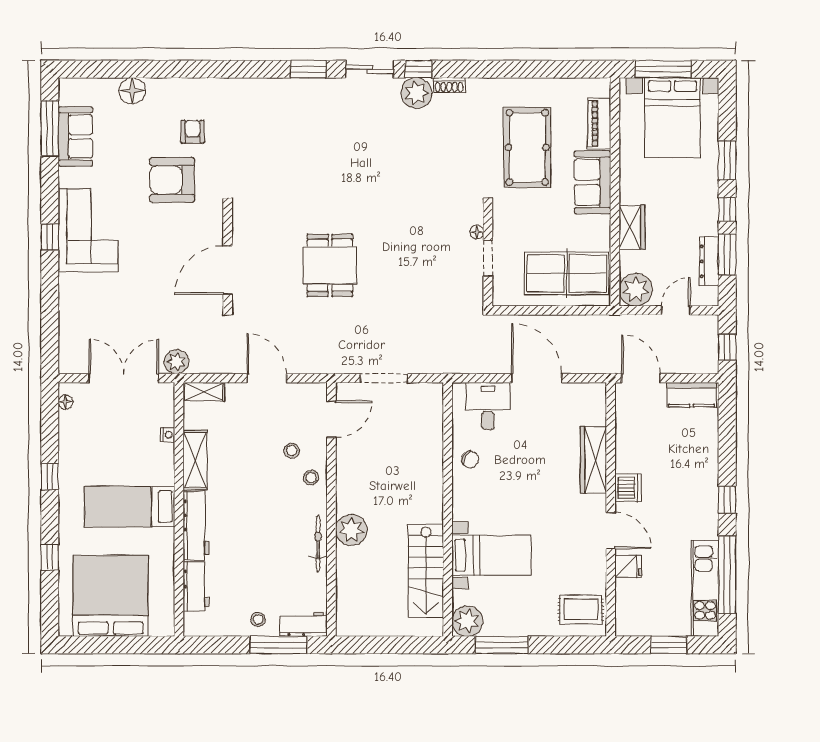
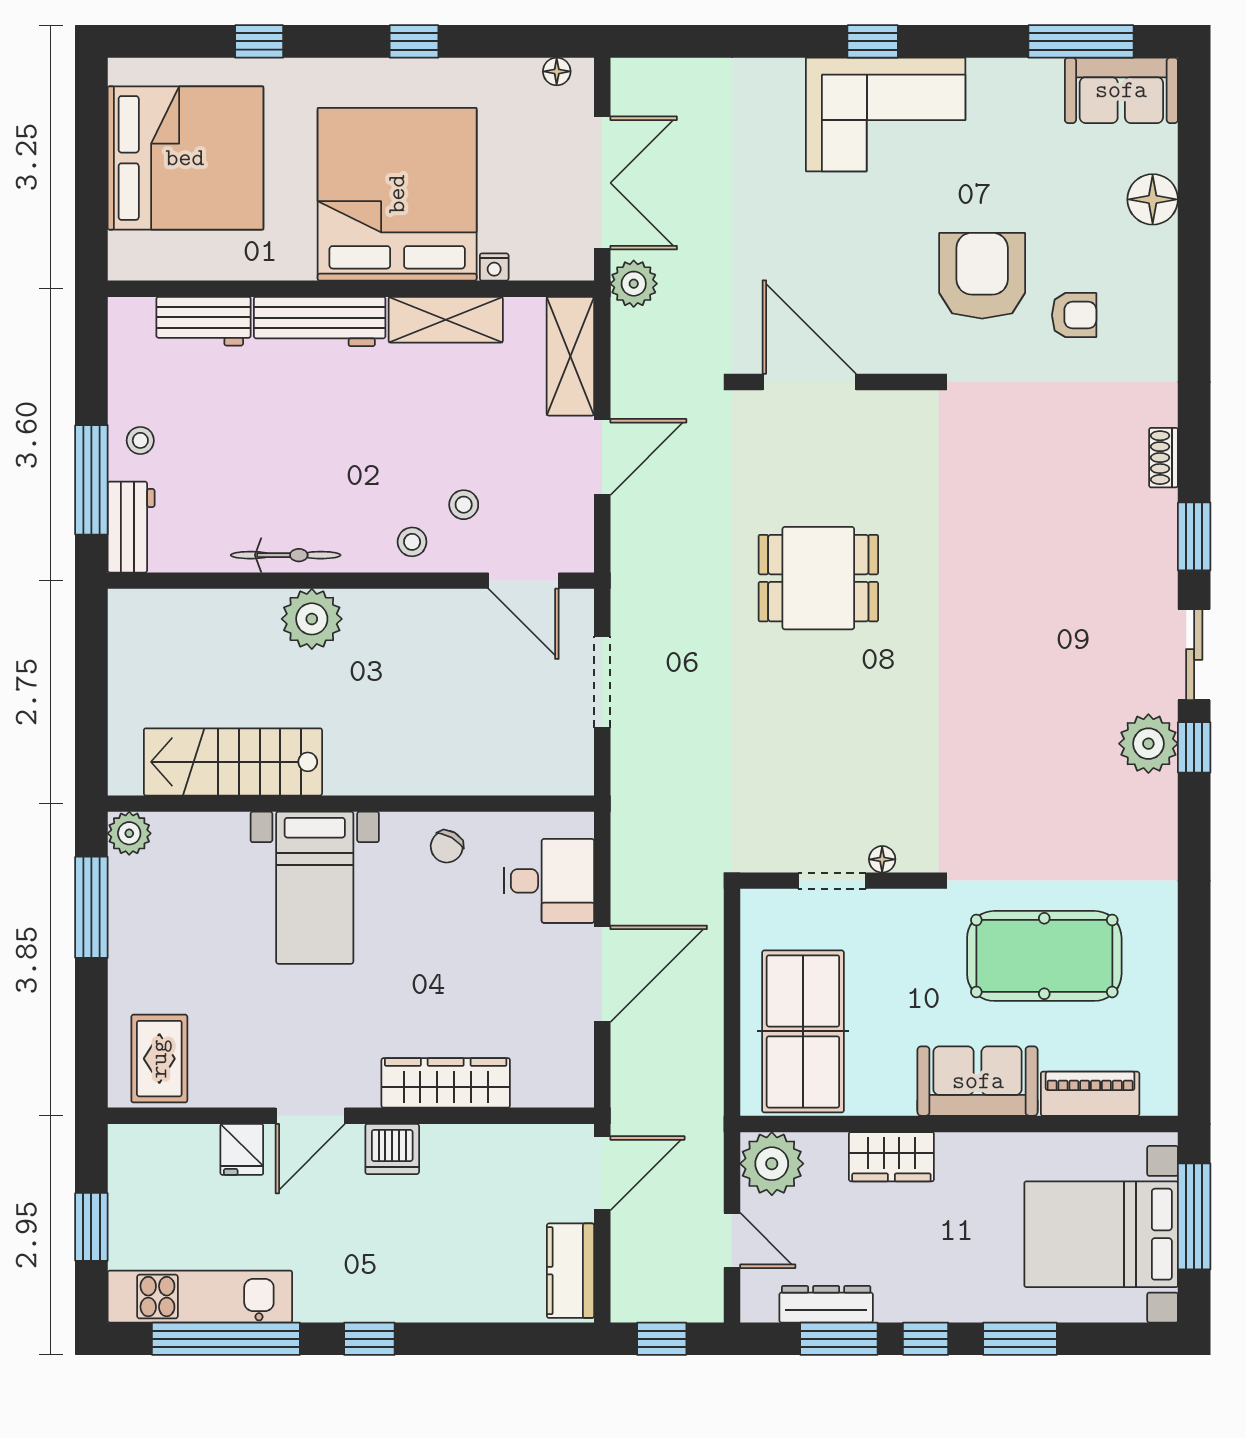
shoe rack: (449, 85) -> (1163, 458), moved
sofa: (75, 137) -> (1121, 90), moved
shelving: (204, 392) -> (570, 356), width x1.50, depth x1.33
bed: (130, 506) -> (397, 194), width x2.04
bed with nightstands: (492, 555) -> (315, 888), moved
plant: (467, 621) -> (129, 833), width x0.73, depth x0.73

